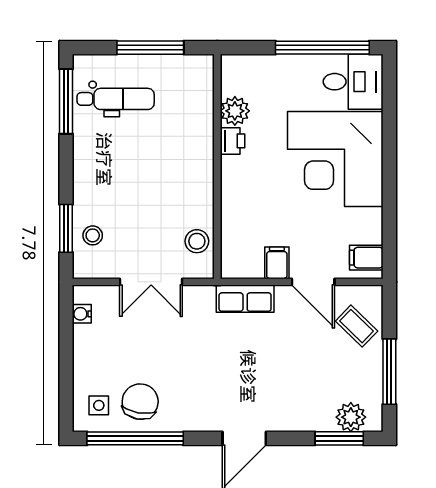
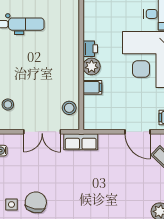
plant: (235, 111) -> (92, 66), moved
filing cabinet: (277, 263) -> (92, 87), moved, turned 90
row of seats: (245, 299) -> (81, 142), moved

